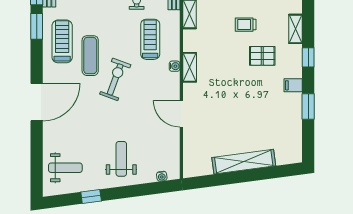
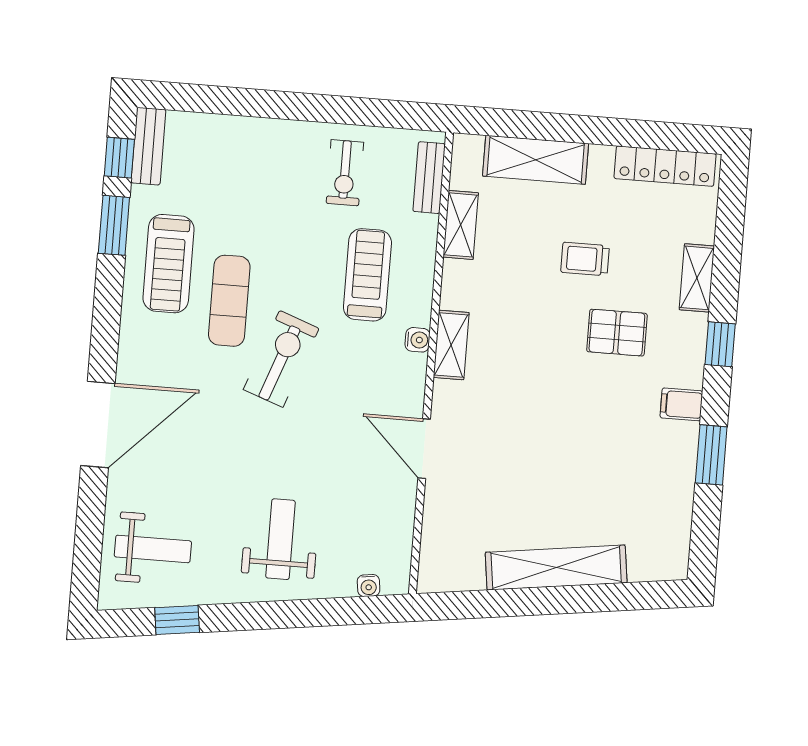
treadmill: (62, 41) -> (168, 264), turned 180
door: (37, 102) -> (98, 424), moved
window: (91, 197) -> (177, 620), moved

